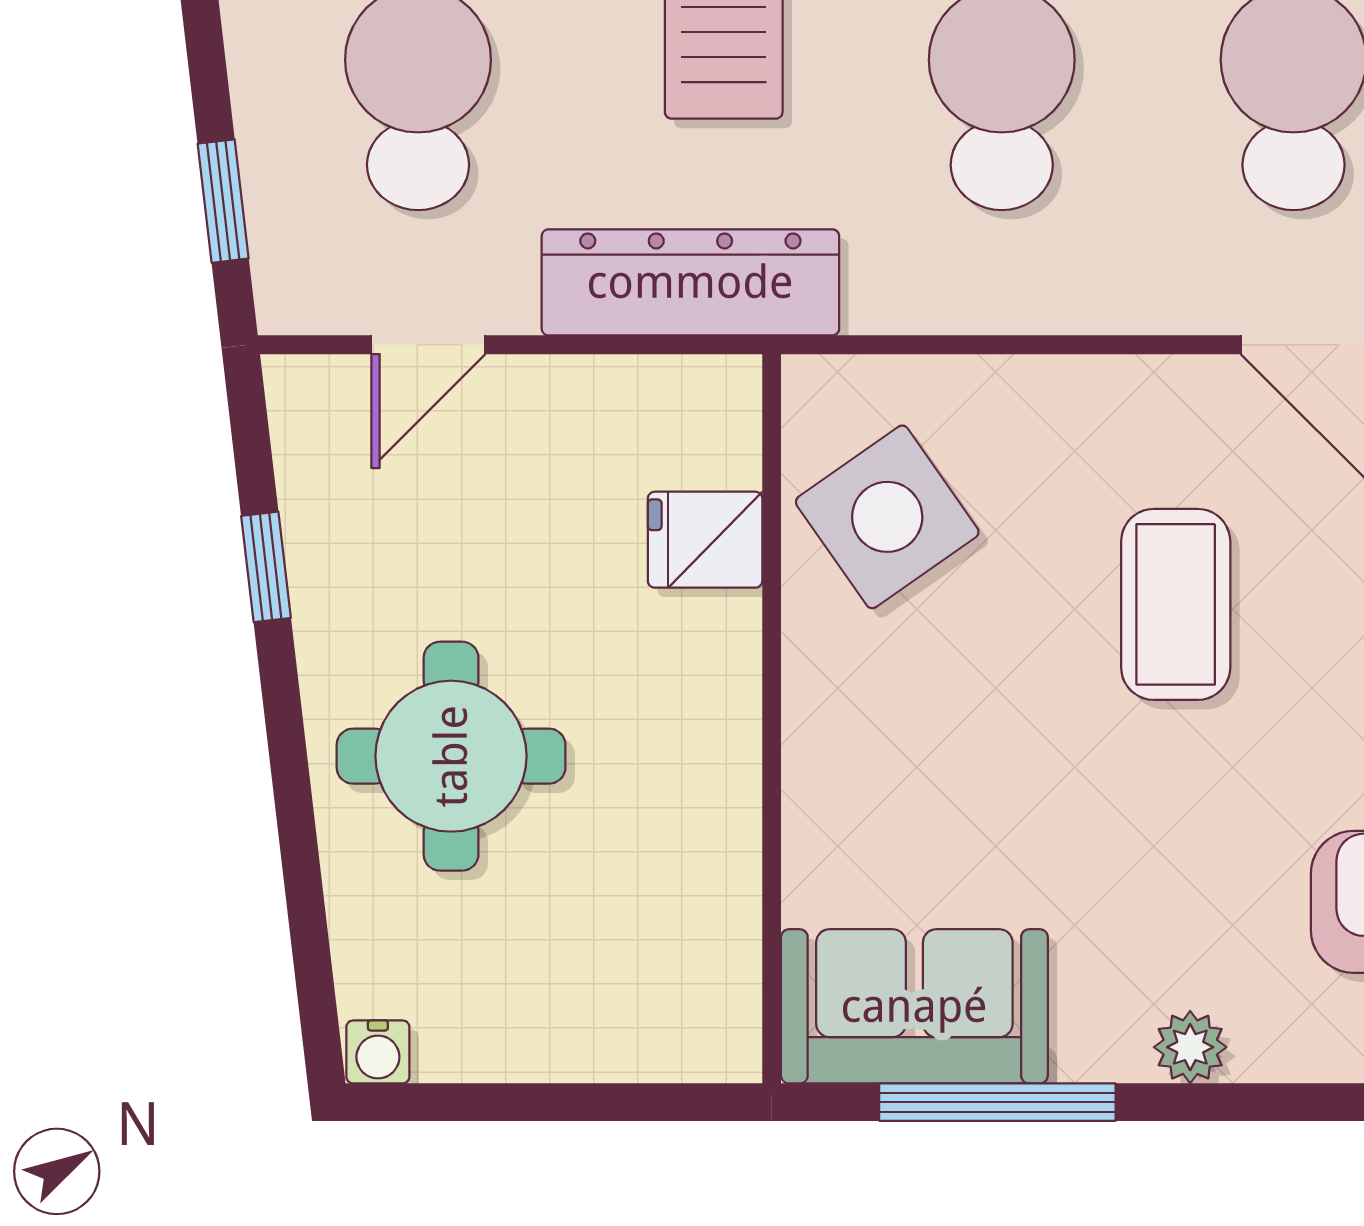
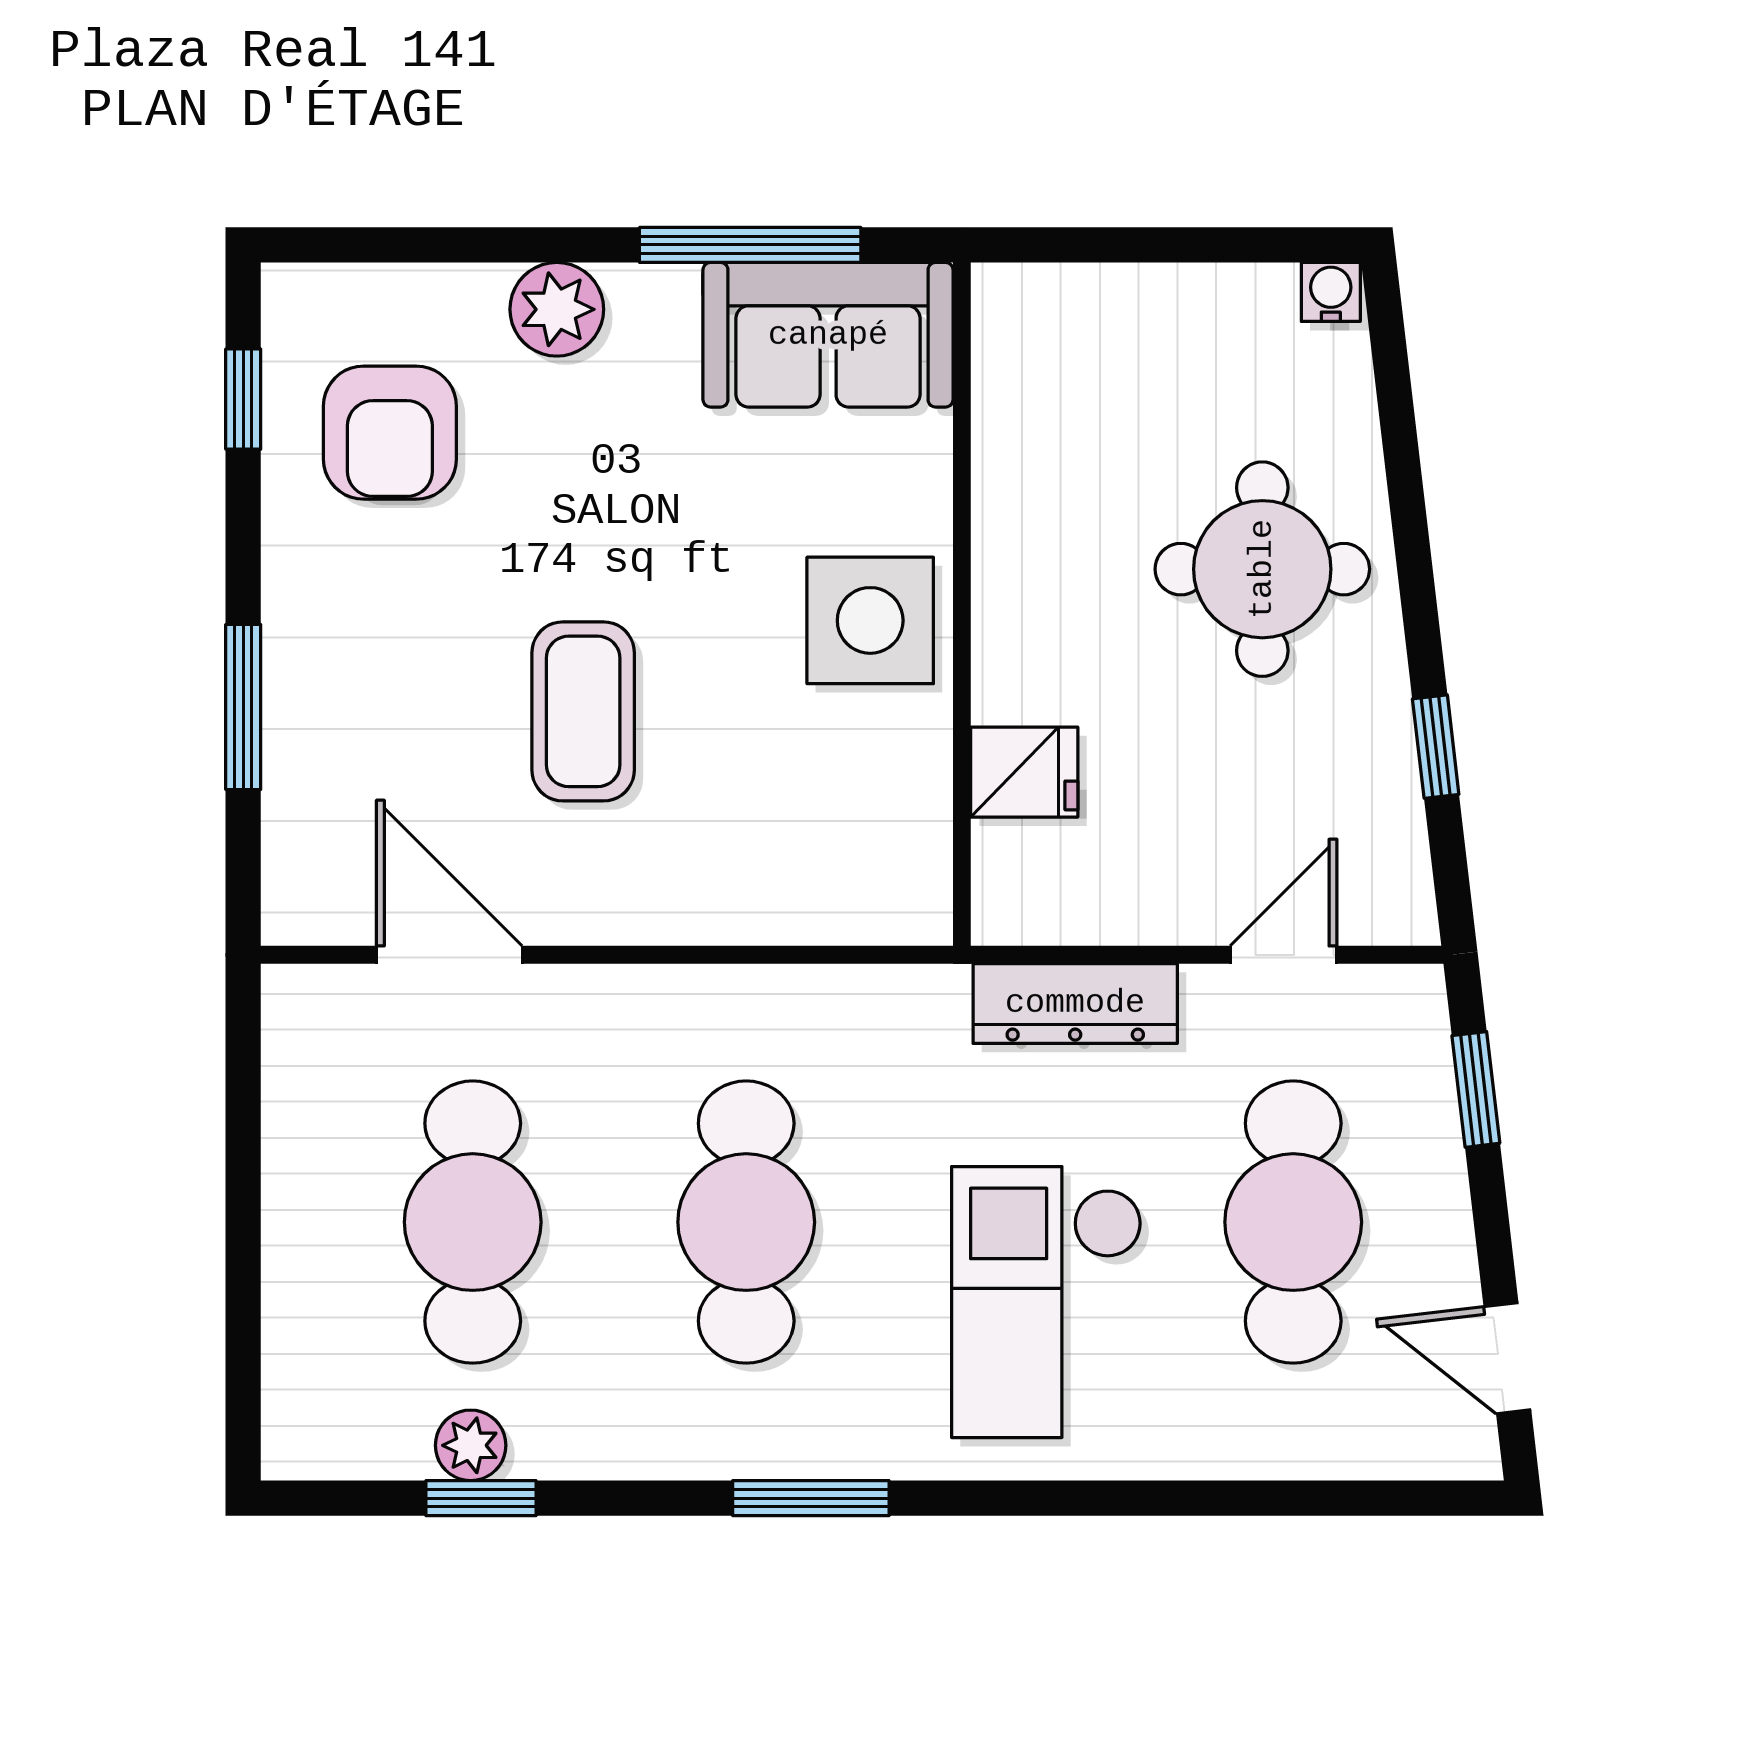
dresser: (690, 282) -> (1075, 1003), width x0.73, depth x0.80
side table: (887, 517) -> (870, 620), moved, turned 35
plant: (1190, 1047) -> (557, 309), width x1.38, depth x1.38

